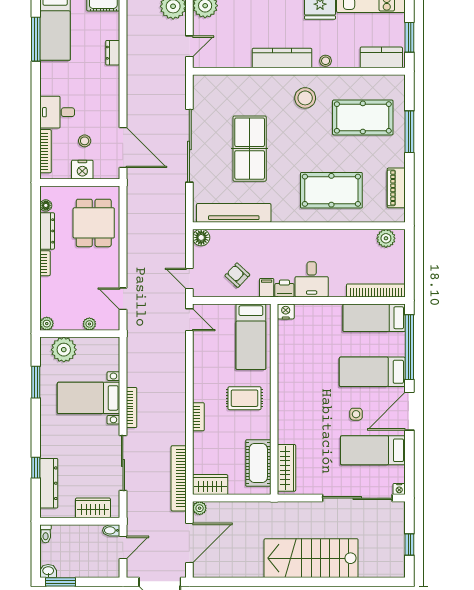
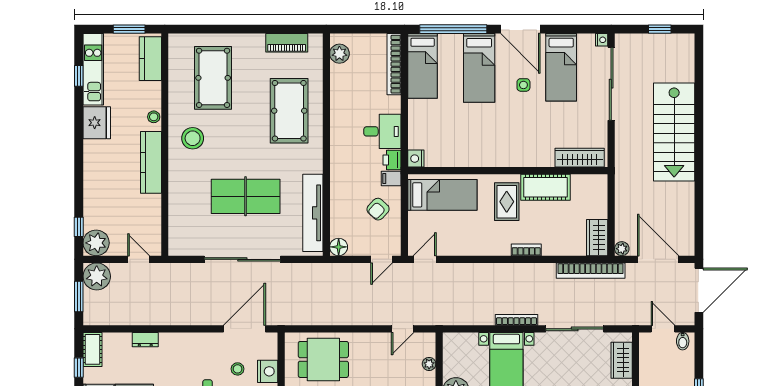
window: (409, 132) -> (228, 29), removed
cot: (258, 463) -> (546, 187), moved
bidet: (111, 530) -> (683, 341), moved

